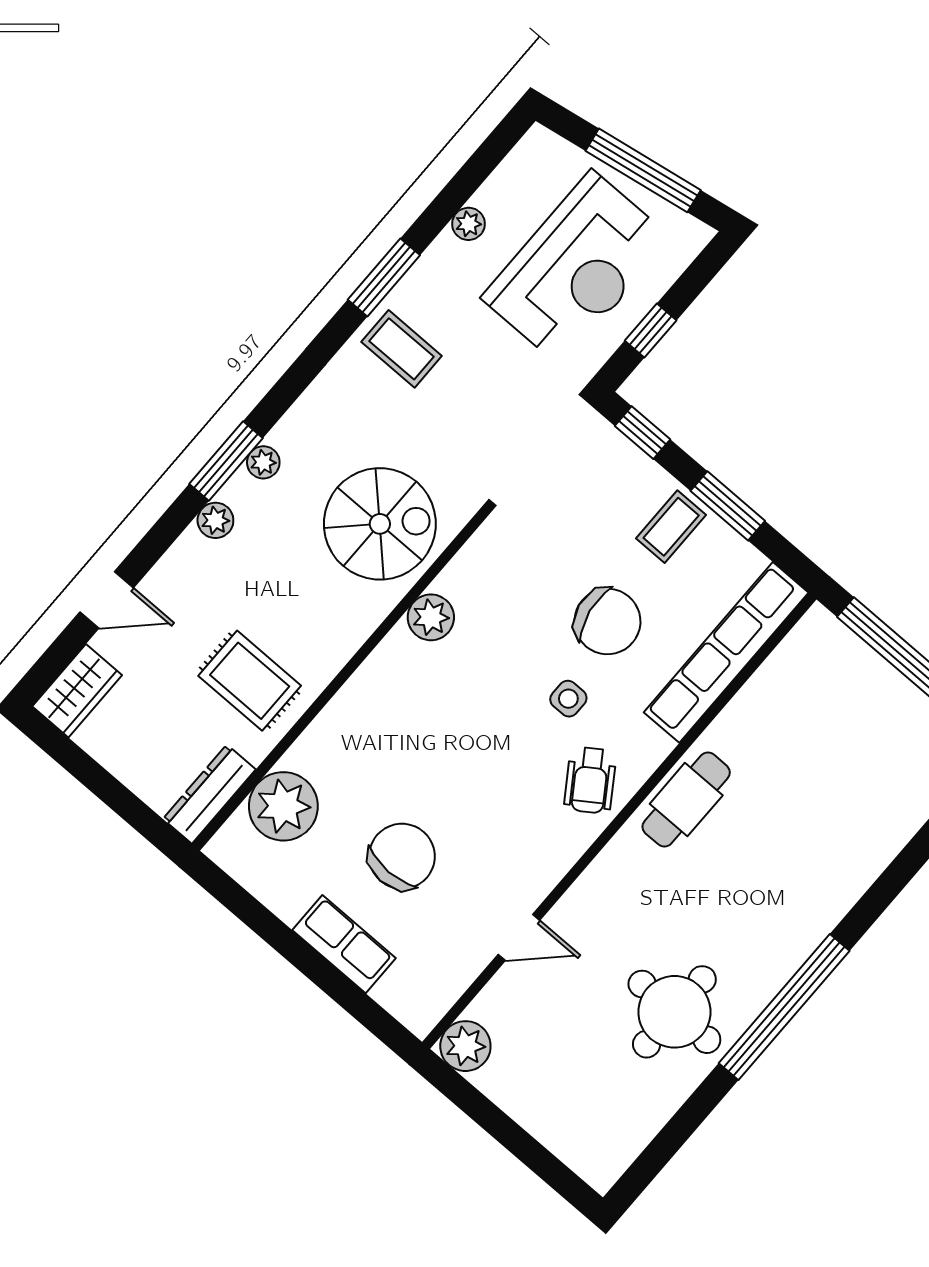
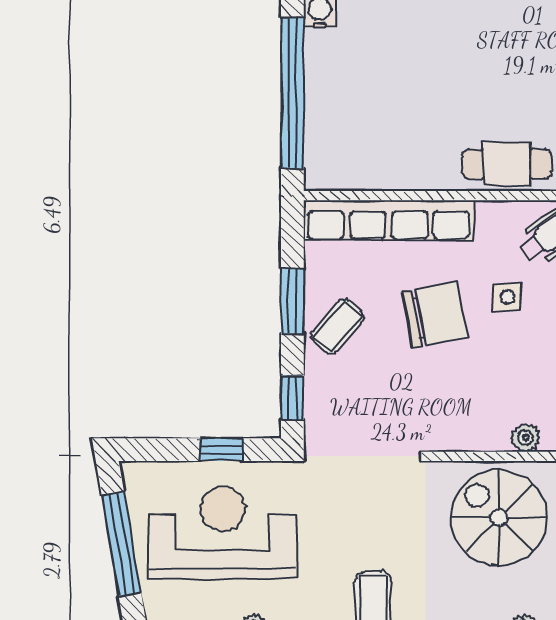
coffee table: (671, 527) -> (338, 327), turned -49
plant: (431, 617) -> (526, 437), width x0.73, depth x0.73
chair: (607, 621) -> (435, 315), turned 89

